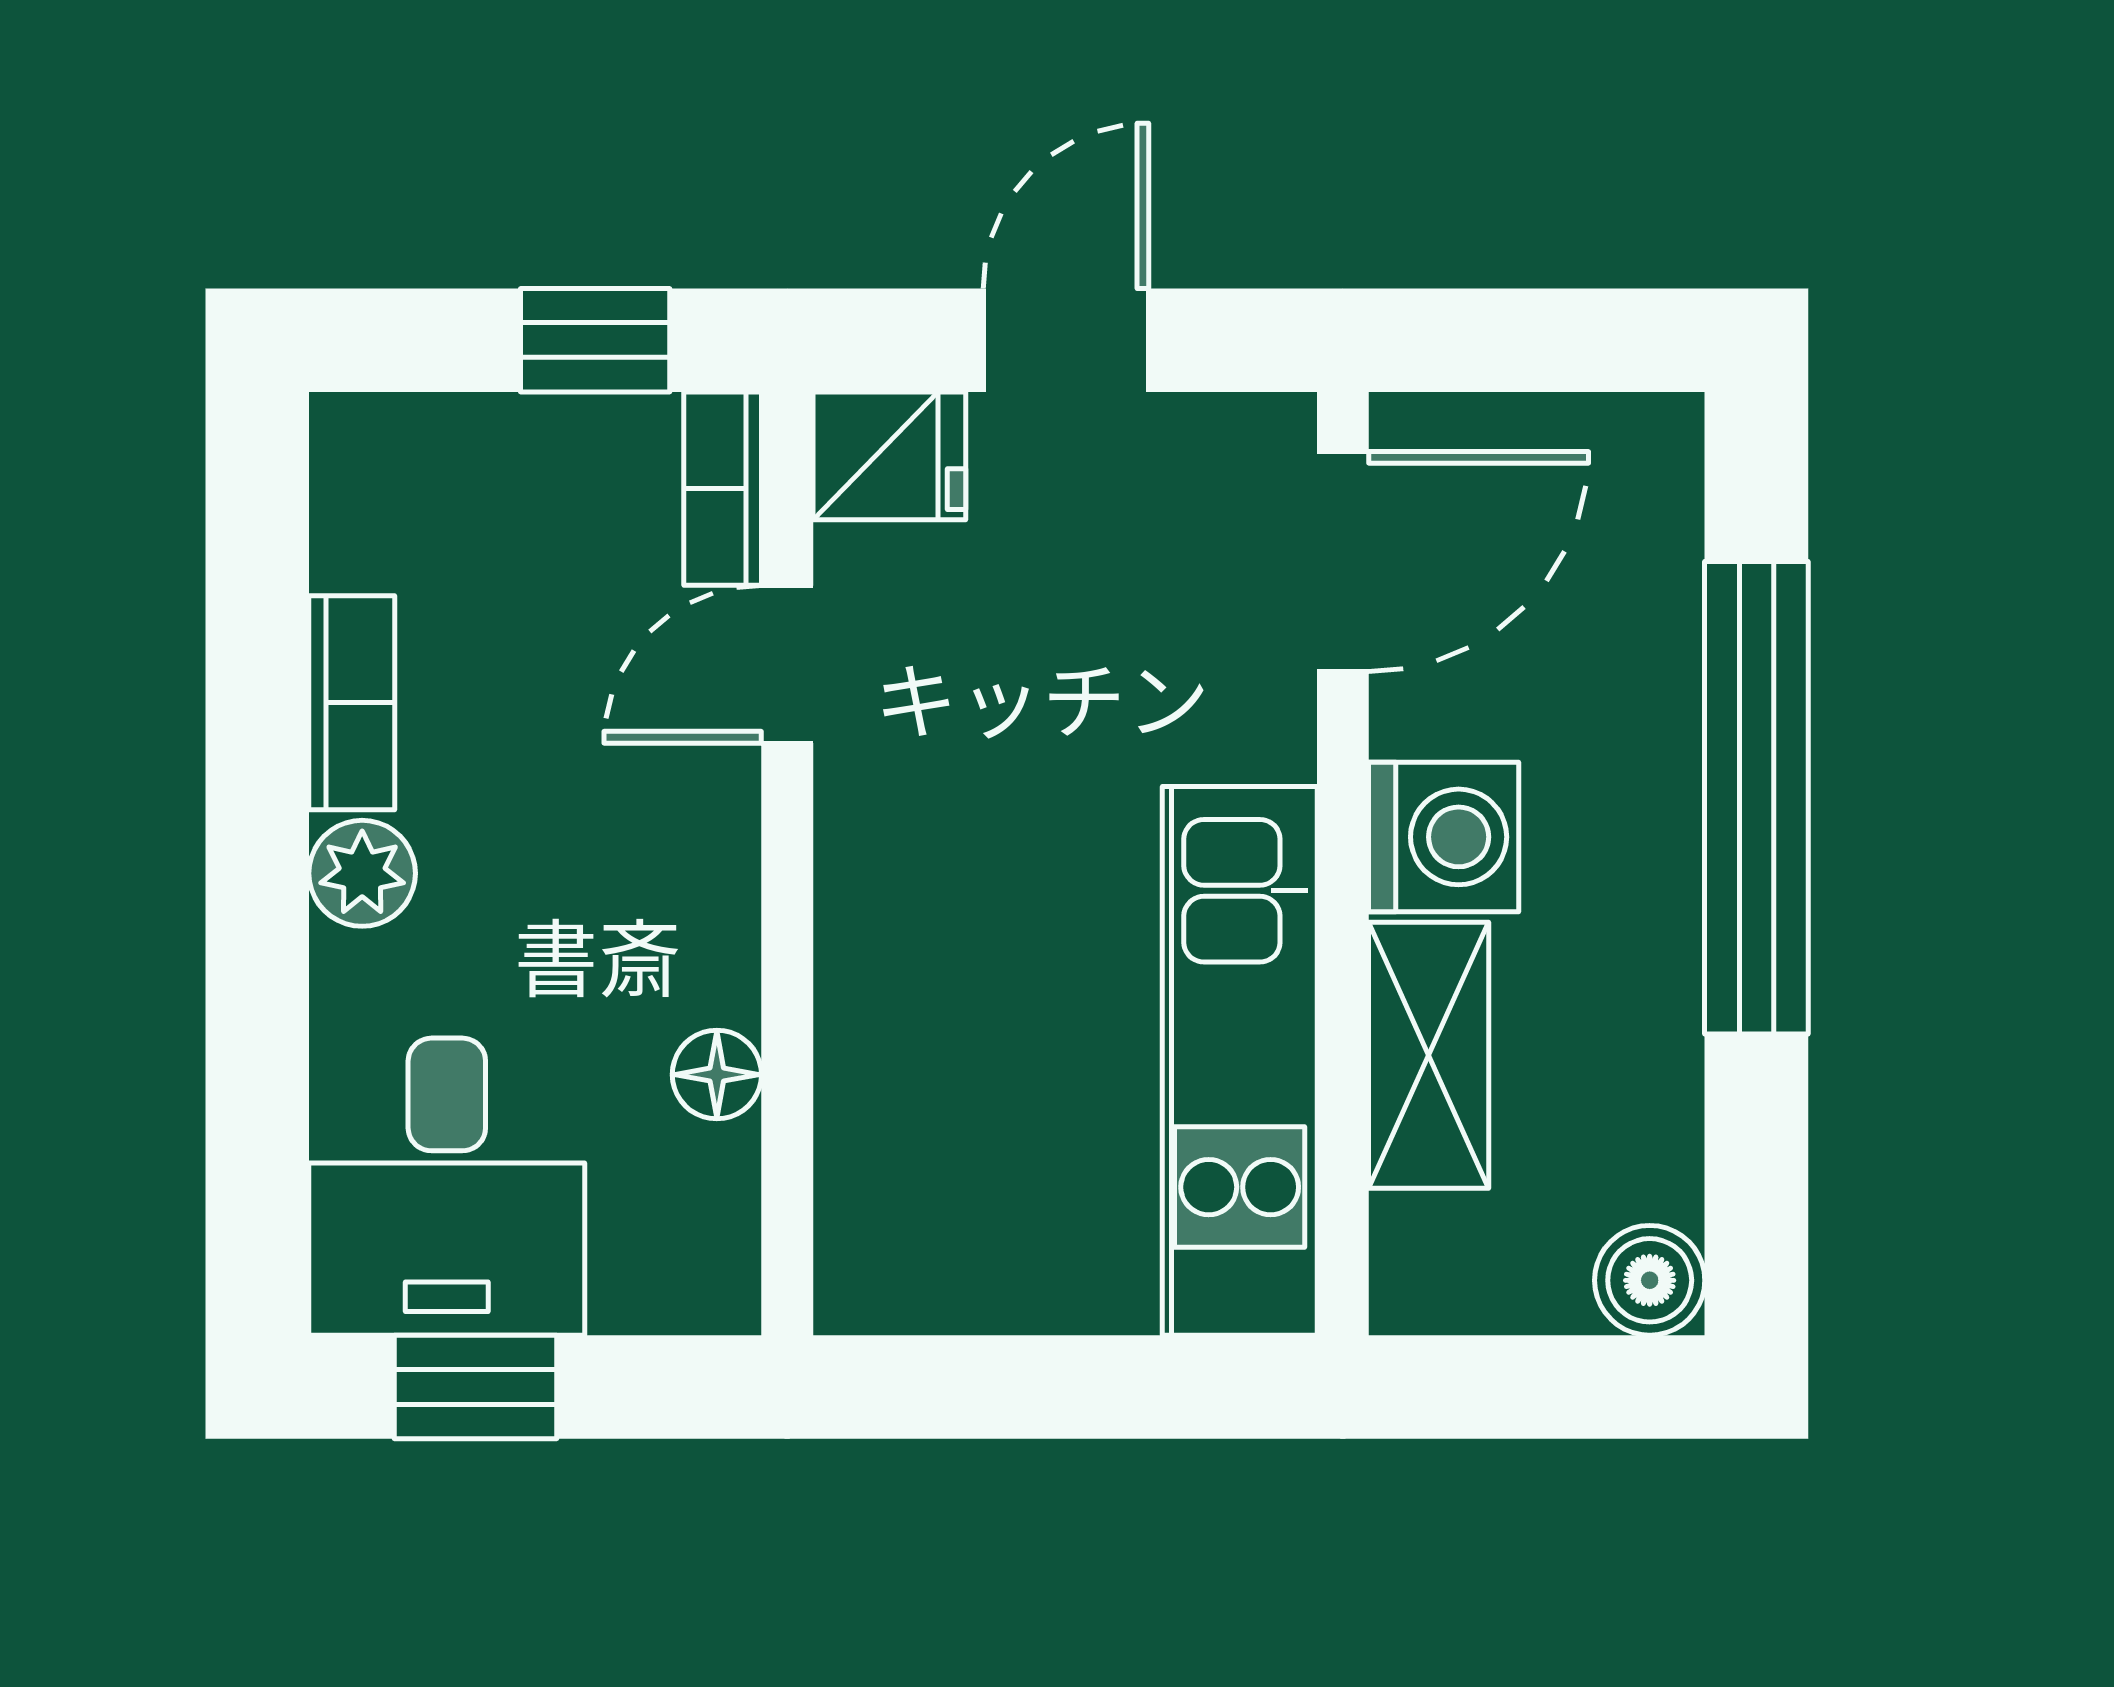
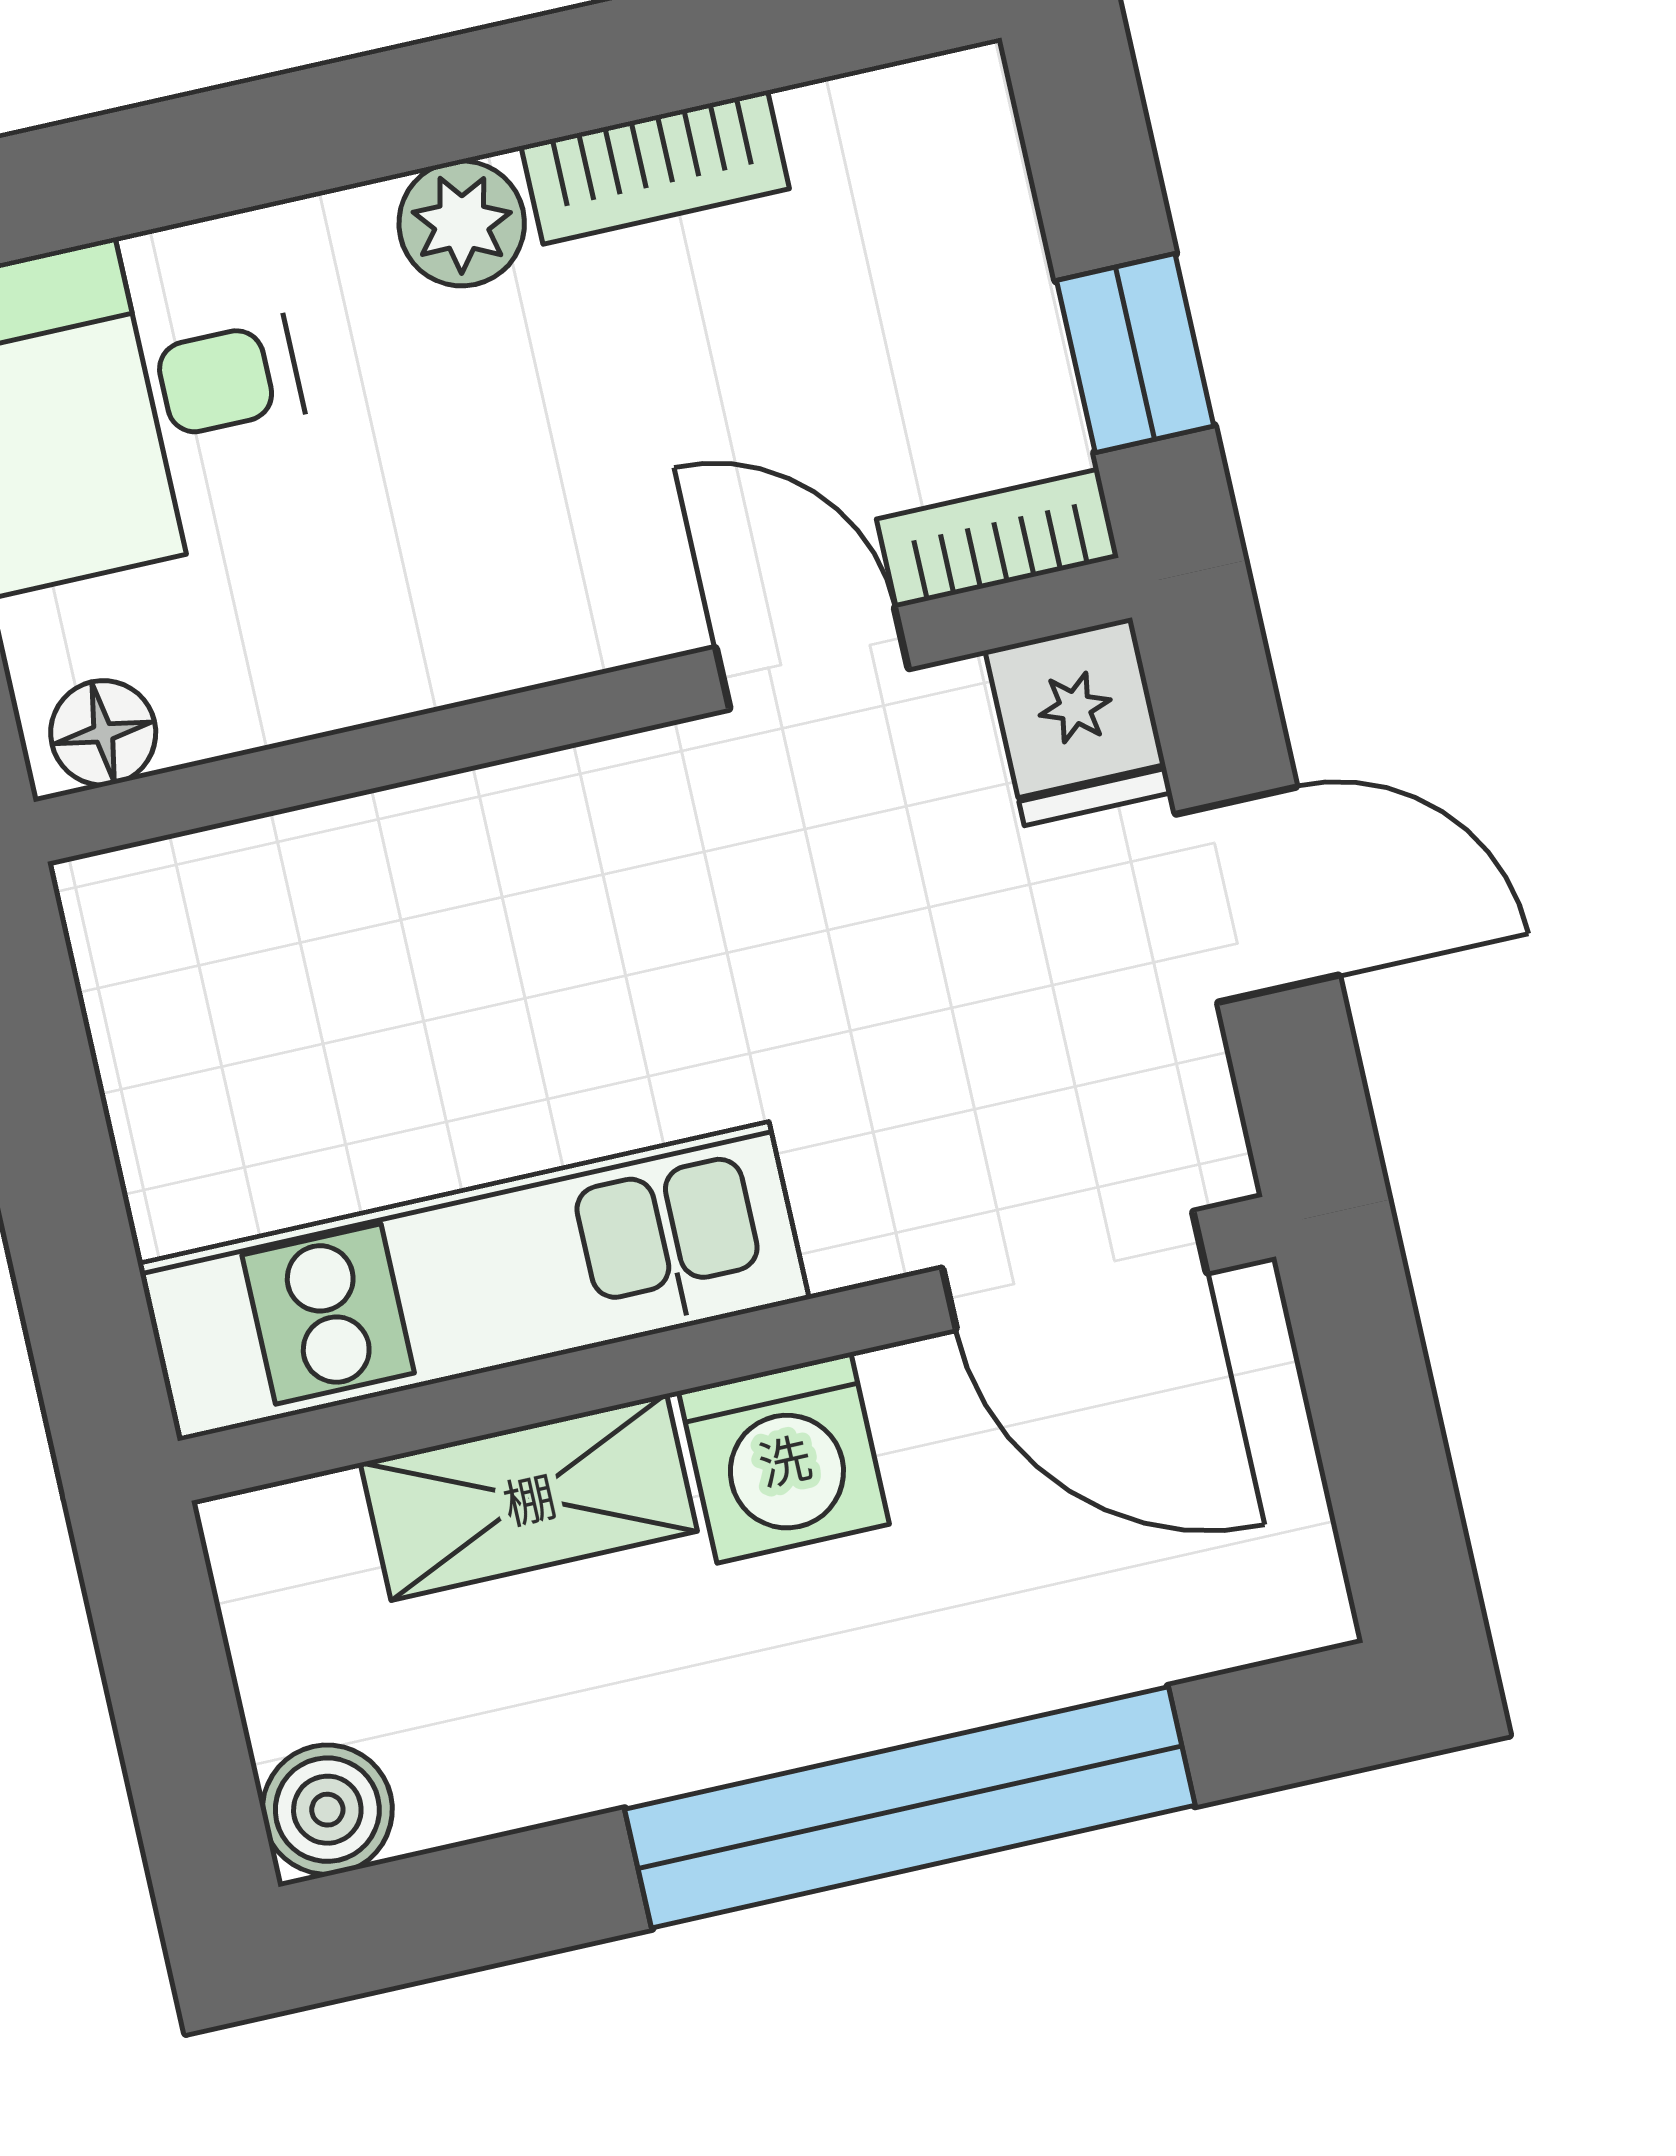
floor lamp: (717, 1075) -> (103, 733), moved

